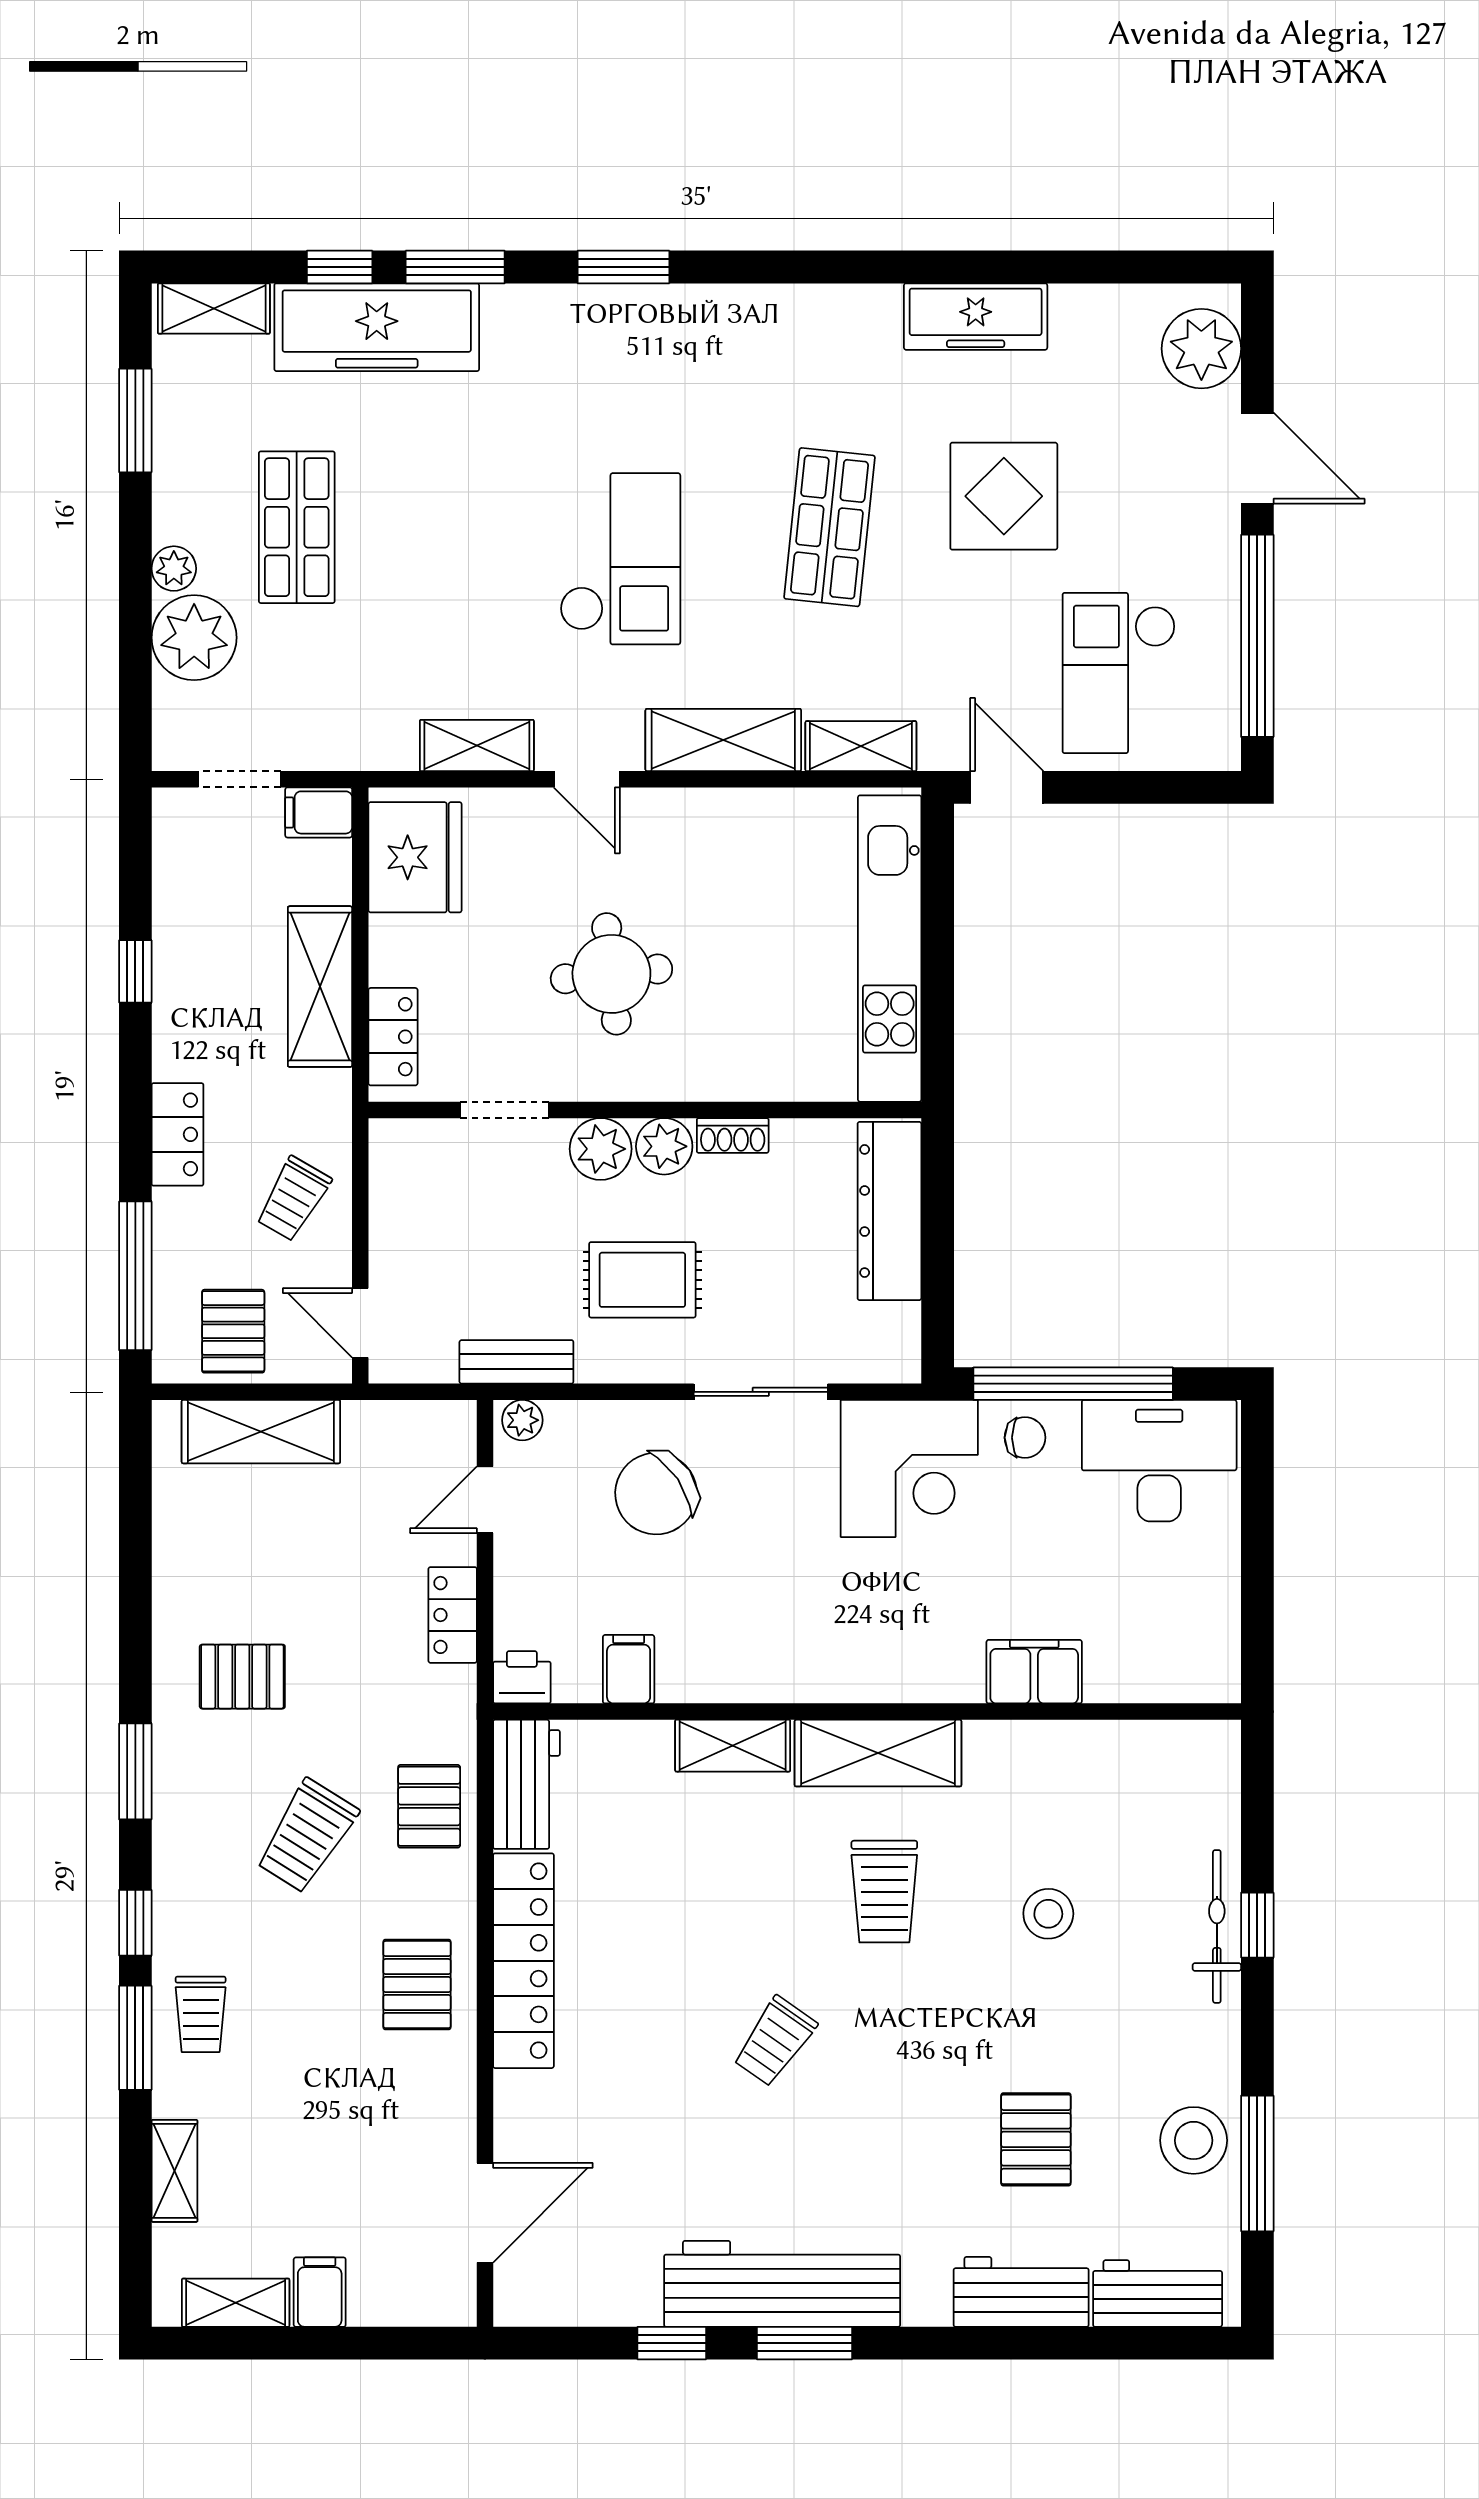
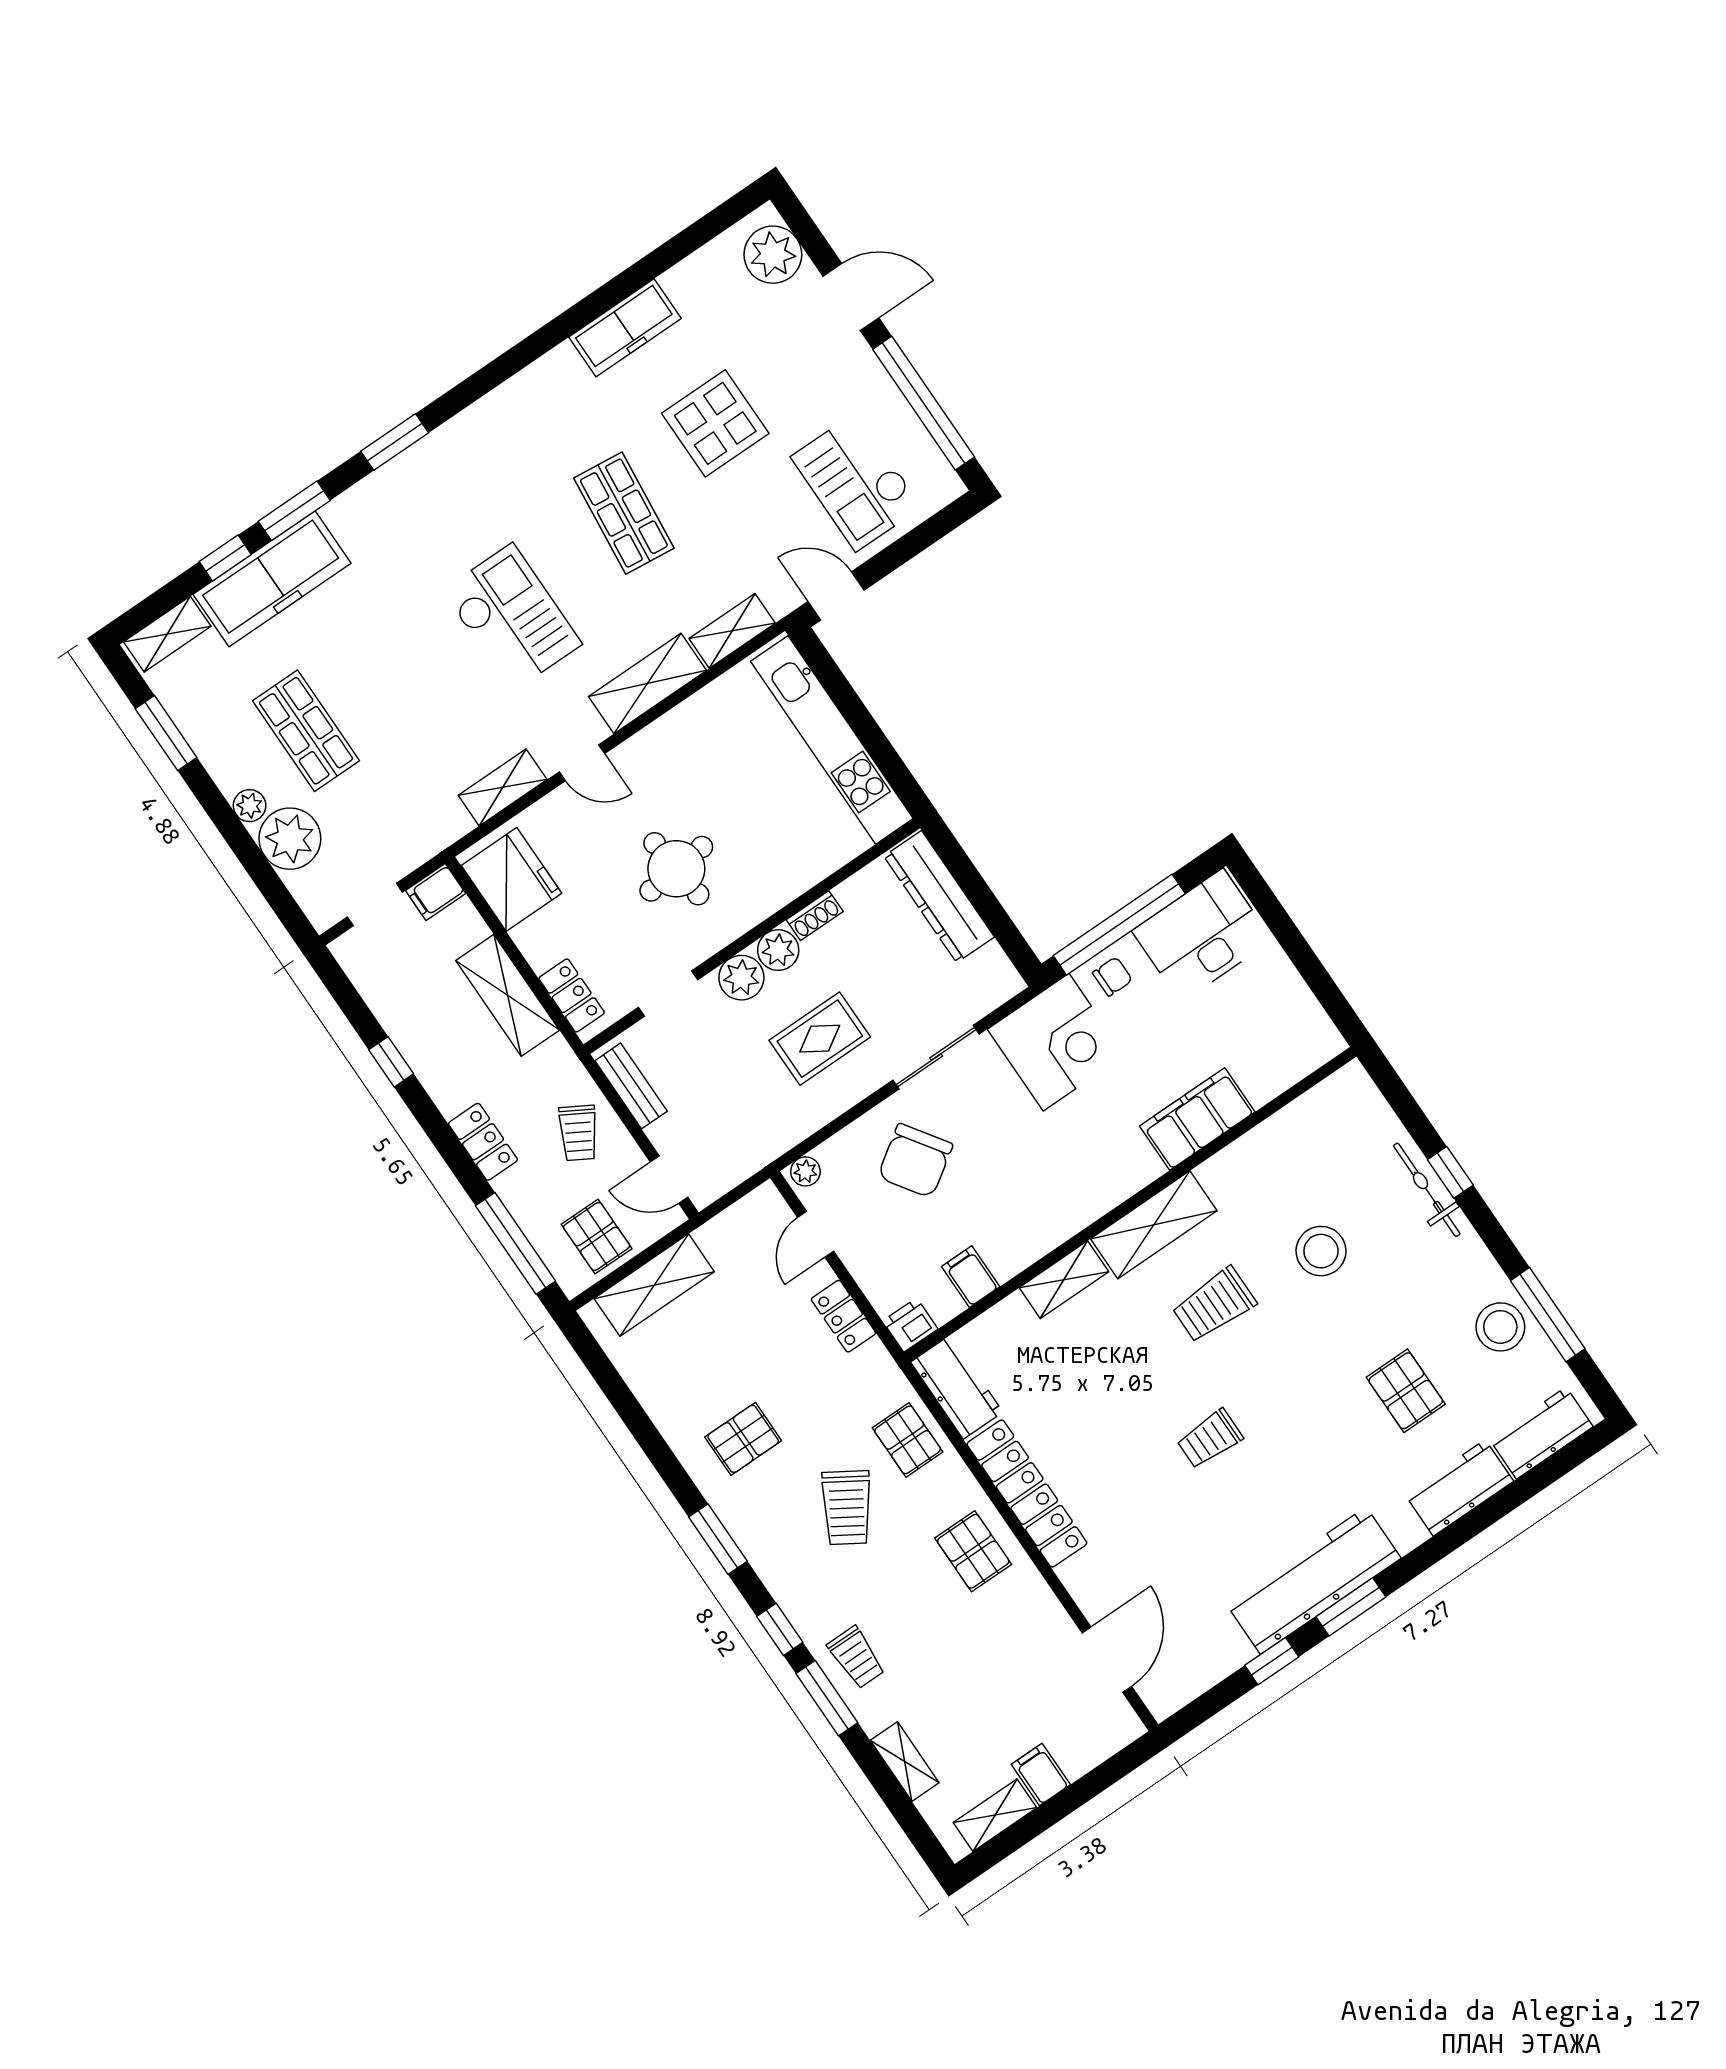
bench: (516, 1362) -> (631, 1086), moved, turned 90
filing cabinet: (1034, 1672) -> (1197, 1119), width x1.50, depth x1.17
trolley: (884, 1892) -> (1214, 1305), turned 90
stool: (1048, 1914) -> (1321, 1251), width x1.38, depth x1.38
trolley: (775, 2041) -> (1210, 1439), turned 55

